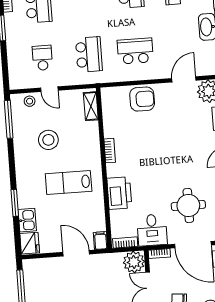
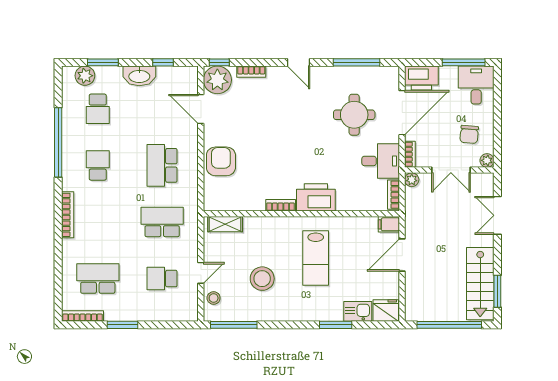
printer: (119, 193) -> (316, 197), moved
plant: (134, 262) -> (412, 180), width x0.53, depth x0.53

